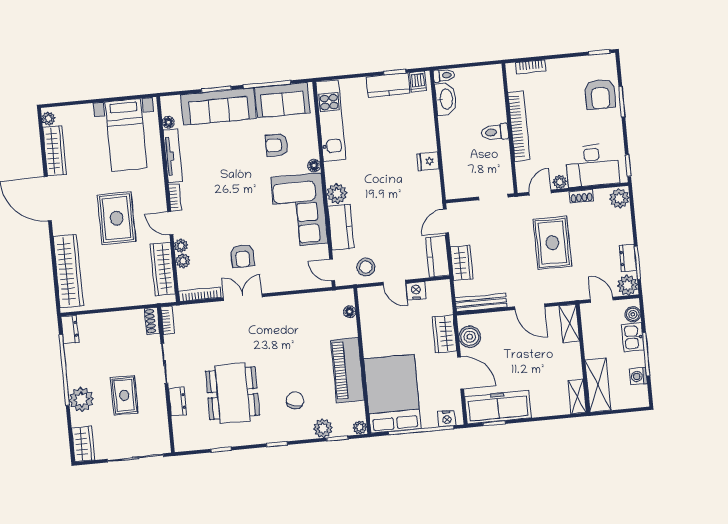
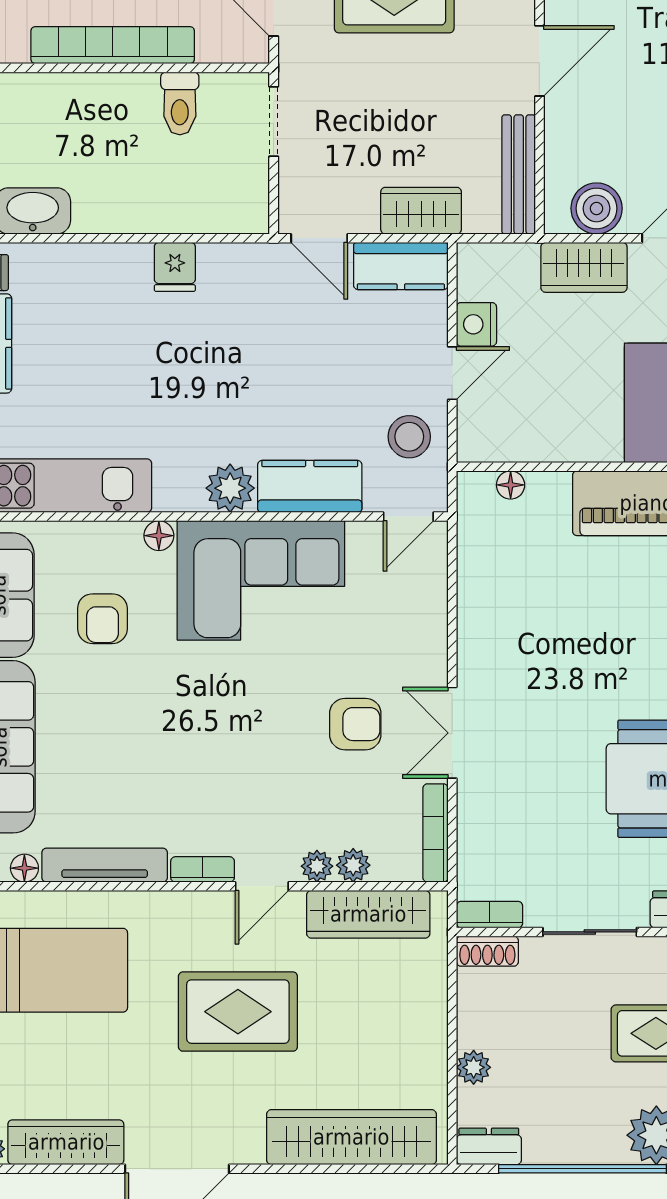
toilet: (495, 132) -> (180, 103), moved
plant: (103, 320) -> (474, 1067), added

